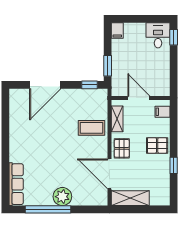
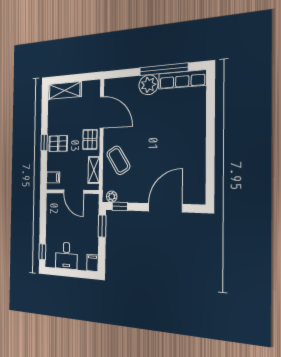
desk: (158, 35) -> (66, 256), moved
plant: (98, 94) -> (112, 197), added
coffee table: (92, 128) -> (118, 160), turned 58
window: (174, 165) -> (44, 143), moved
row of seats: (16, 184) -> (182, 79), moved, turned -90
shelving: (130, 198) -> (64, 90), moved

